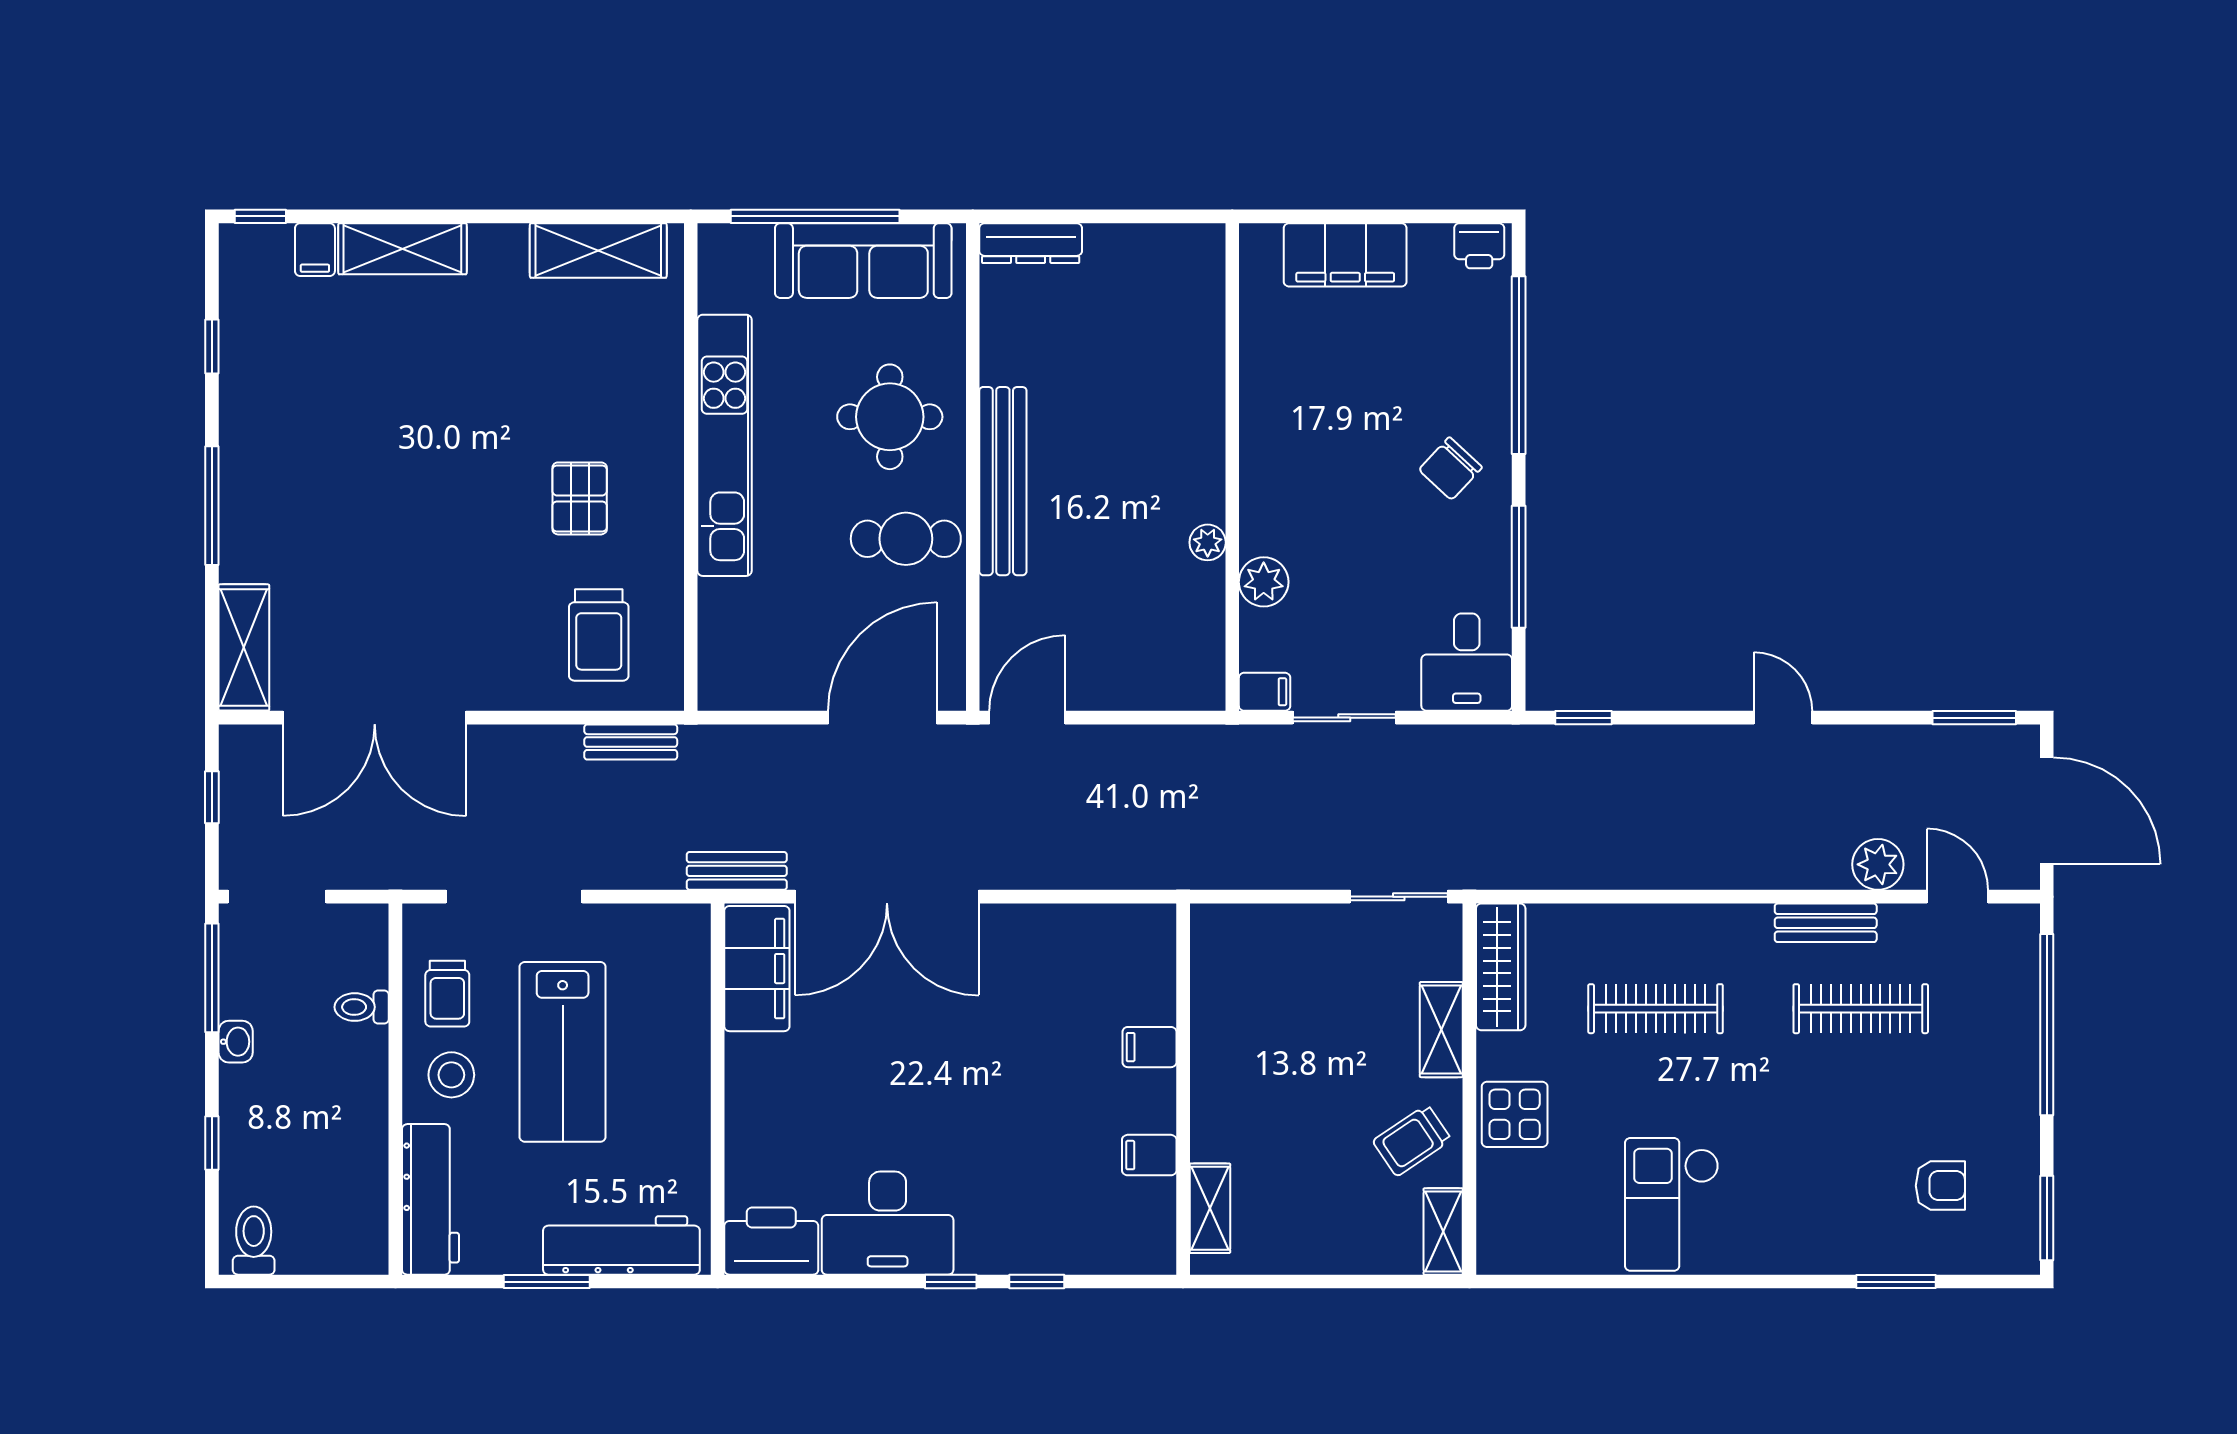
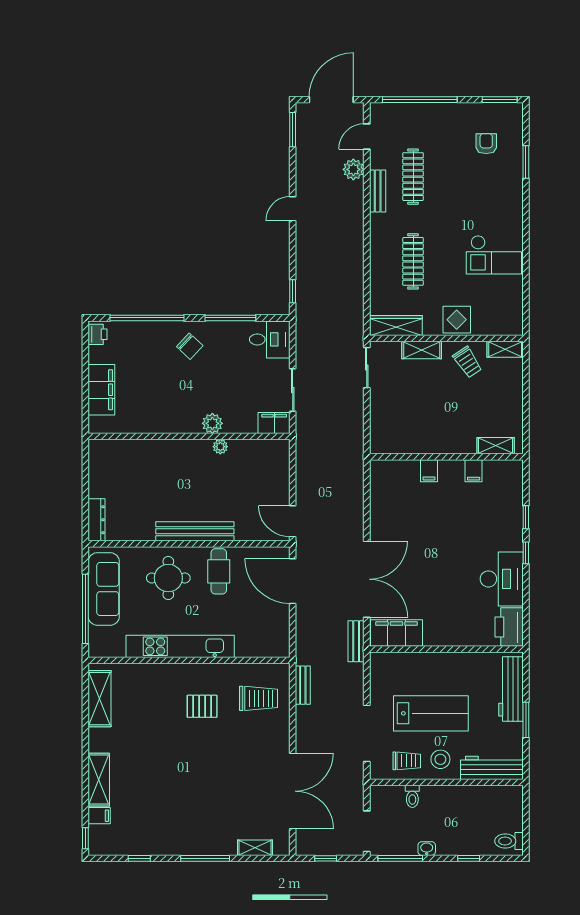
plant: (1264, 582) -> (212, 423), moved
shelving: (244, 647) -> (255, 848), width x0.67, depth x0.75
filing cabinet: (1265, 692) -> (274, 423), width x2.00

